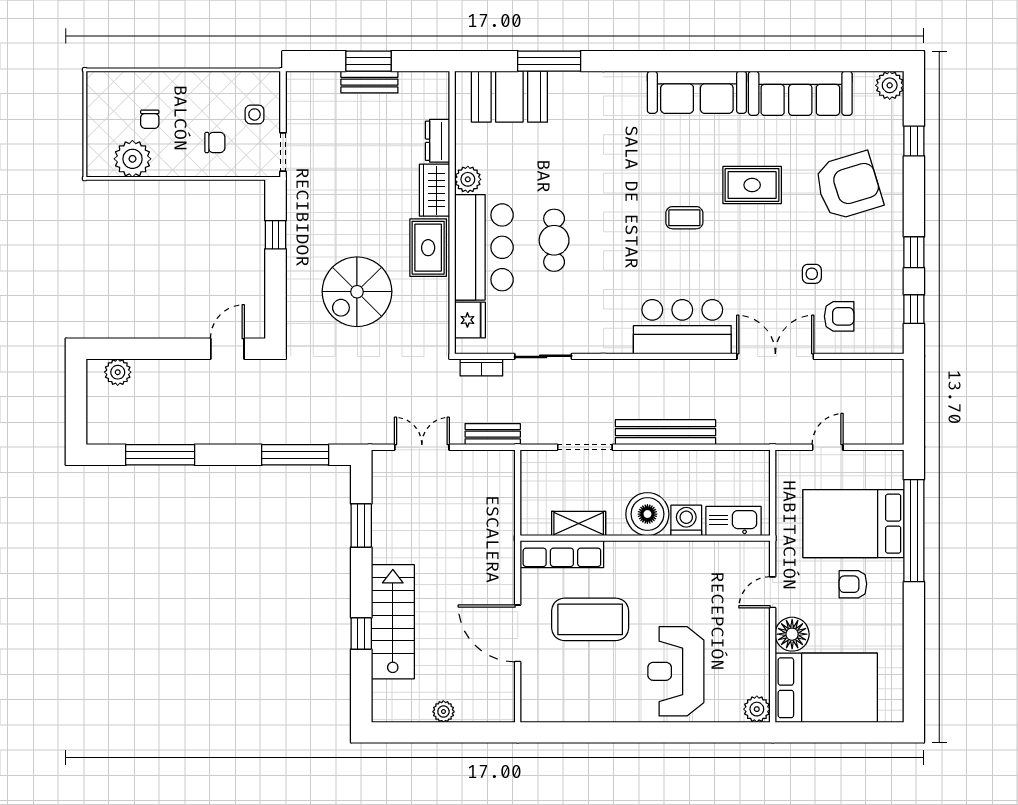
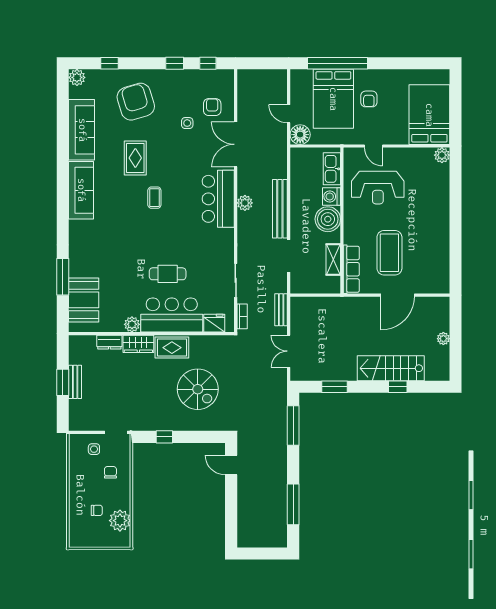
plant: (118, 372) -> (245, 203), moved
floor lamp: (792, 634) -> (300, 135), moved
reception desk: (676, 671) -> (378, 188), moved

